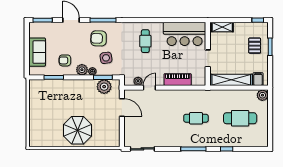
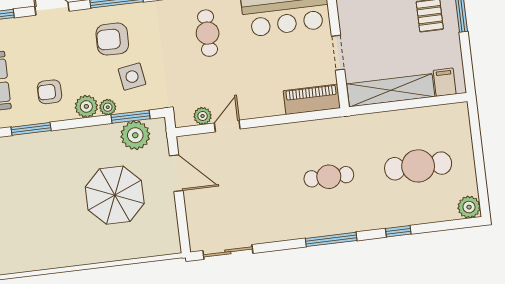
piano: (178, 80) -> (312, 99), moved
plant: (262, 95) -> (469, 207), moved
parasol: (78, 130) -> (115, 195), moved

